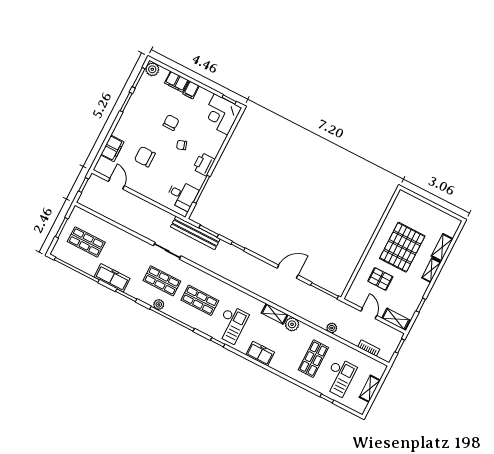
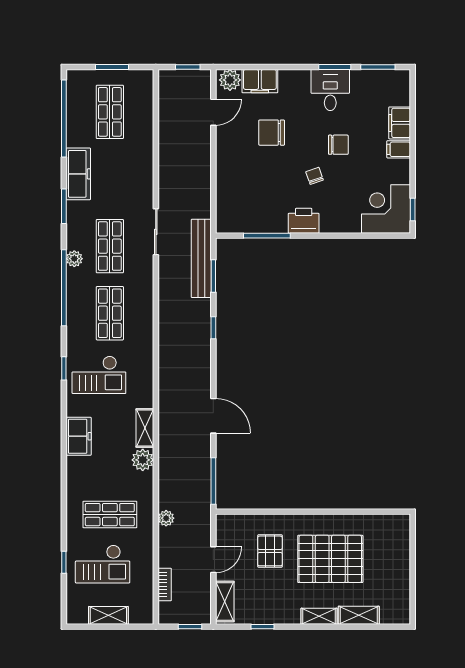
plant: (152, 69) -> (230, 80), moved
chair: (145, 157) -> (272, 133), turned -90
desk: (182, 195) -> (330, 90), moved, turned 180

